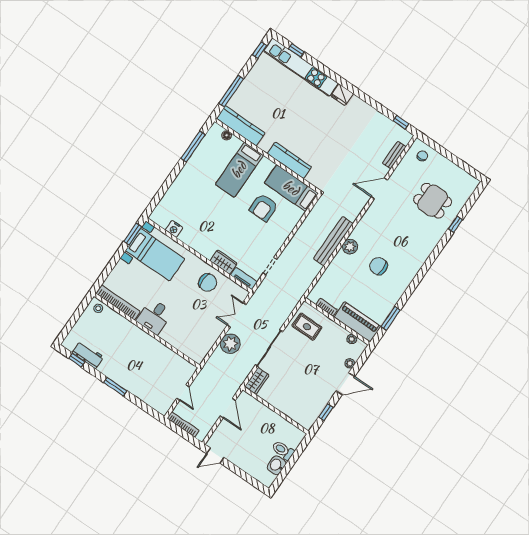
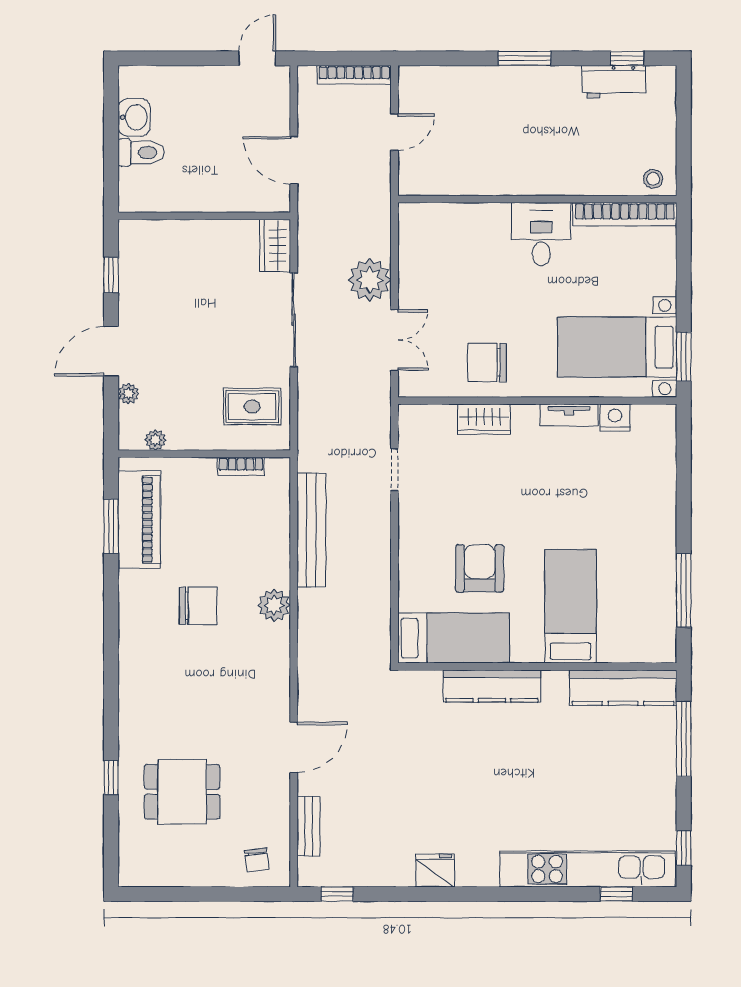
fridge: (342, 95) -> (435, 870), moved
floor lamp: (227, 135) -> (637, 653), removed
bench: (333, 241) -> (311, 530), moved
tv unit: (244, 278) -> (569, 415), moved
piano: (357, 322) -> (139, 520), moved, turned -90
door: (183, 393) -> (395, 132), swing flipped

